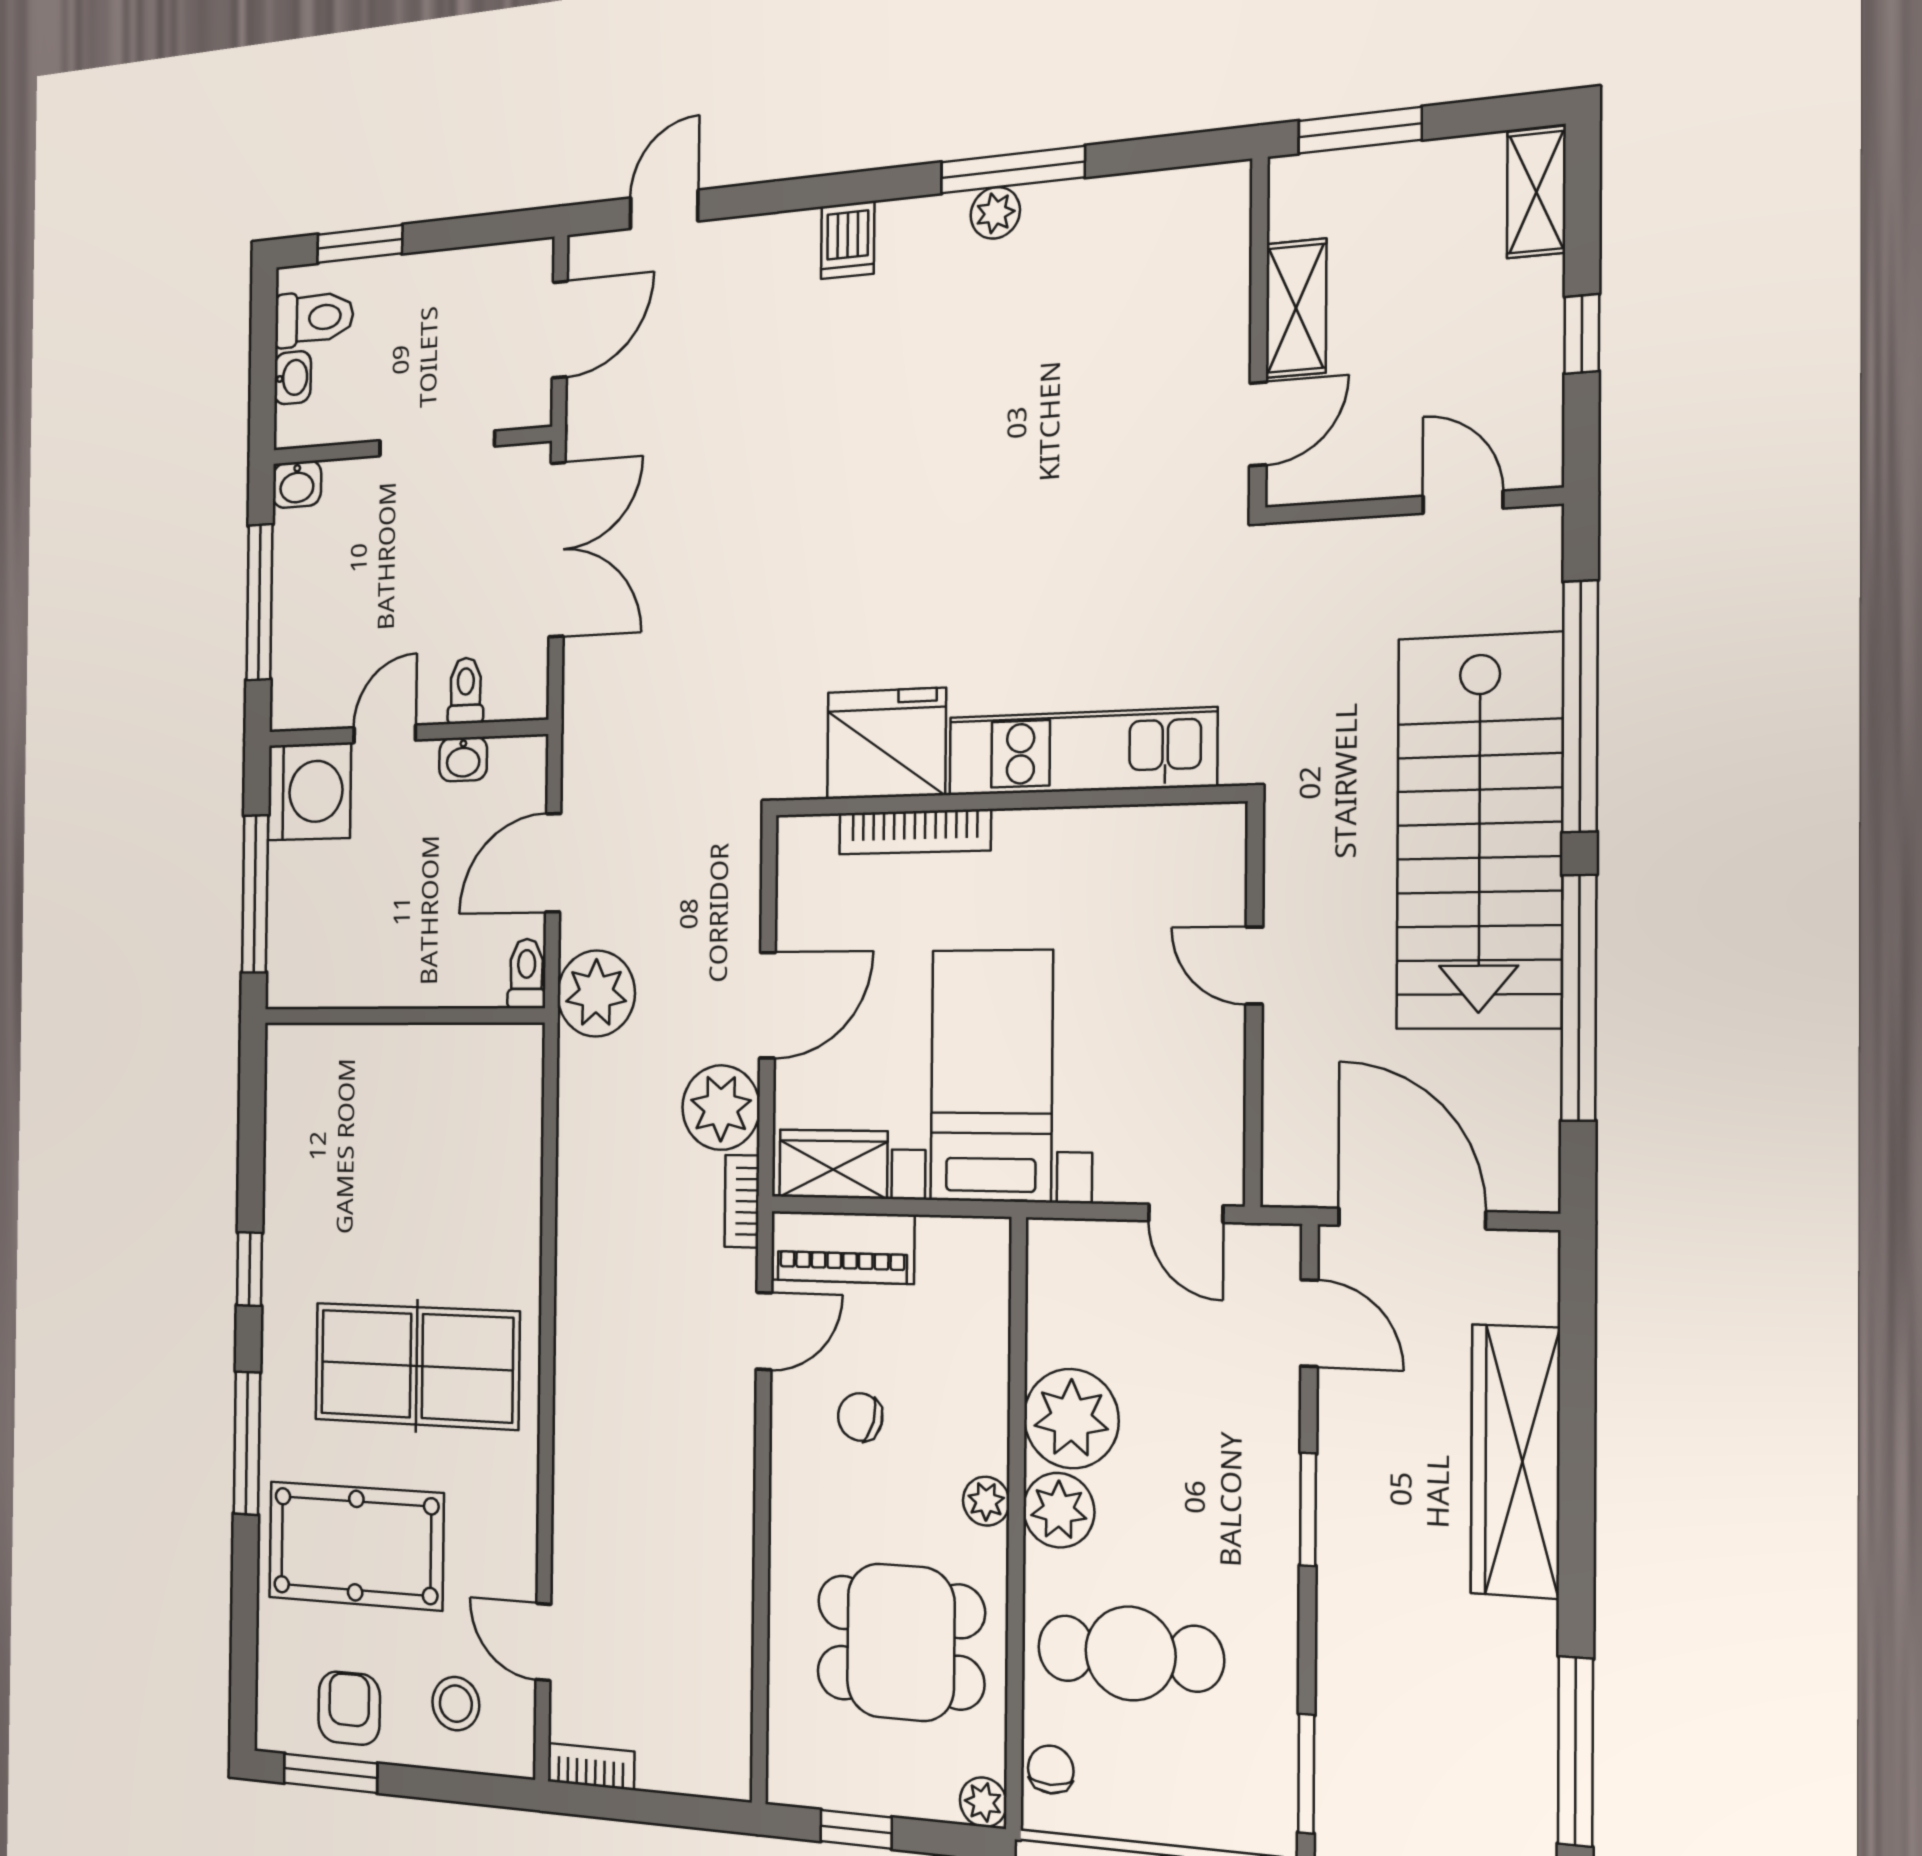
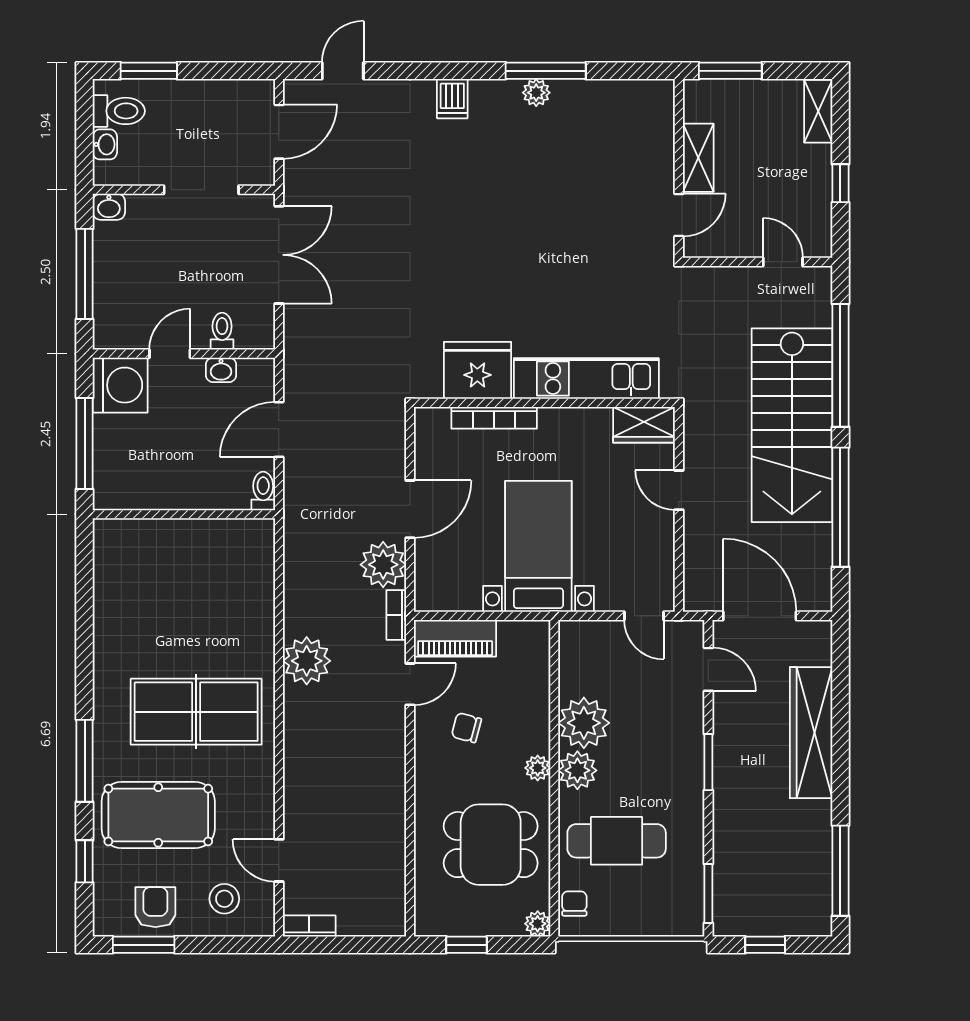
plant: (596, 993) -> (307, 661), moved
wardrobe: (833, 1164) -> (644, 425), moved, turned 180
window: (249, 1269) -> (85, 861), moved

